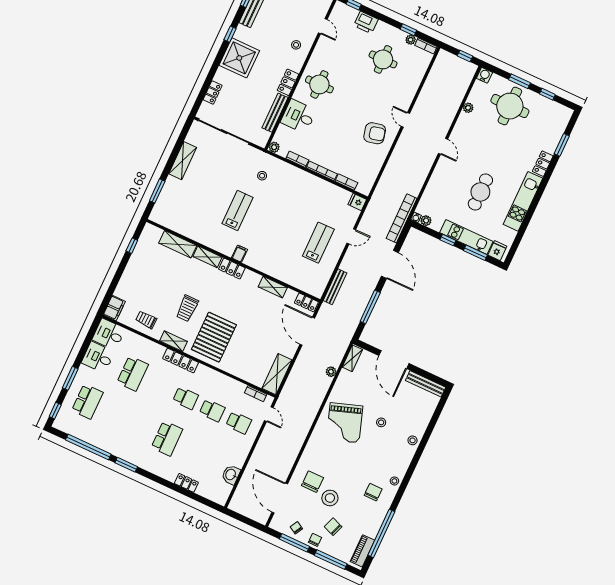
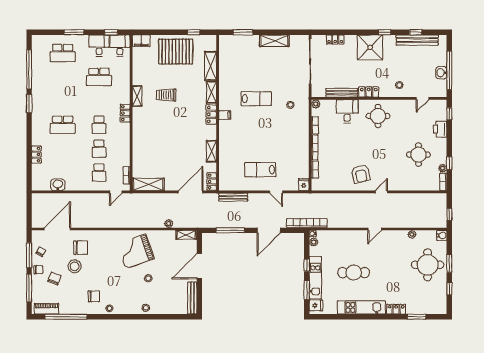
lab bench: (318, 243) -> (260, 170), turned 180
trolley: (146, 320) -> (144, 69), removed
pallet: (214, 337) -> (176, 52), moved
locker: (181, 361) -> (125, 113), width x0.66
window: (55, 411) -> (111, 32), moved

